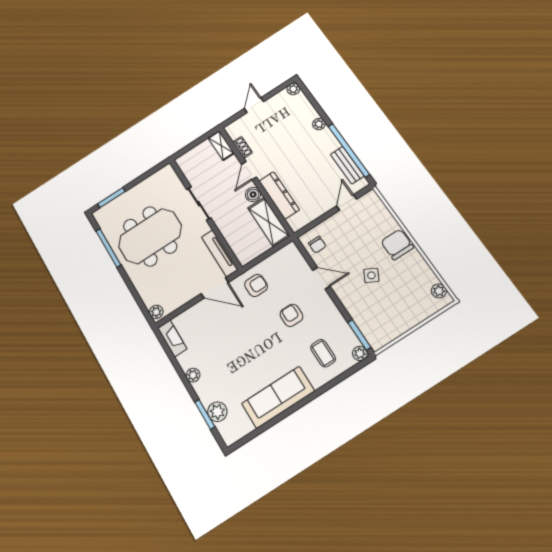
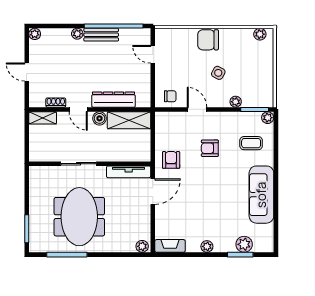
bench: (347, 165) -> (101, 35), moved
door: (321, 278) -> (197, 109), hinge flipped
plant: (354, 311) -> (236, 102), added

